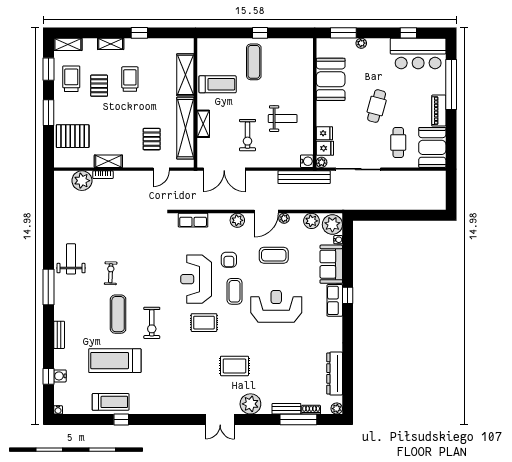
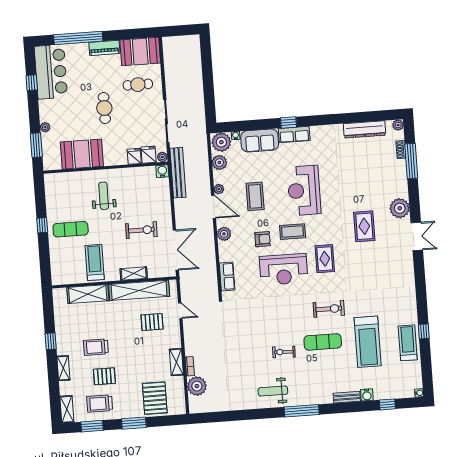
cafe table: (377, 106) -> (104, 108), turned 75
weight bench: (283, 119) -> (104, 196), moved
water cooler: (60, 376) -> (367, 395), moved
bench: (286, 409) -> (402, 173), removed

